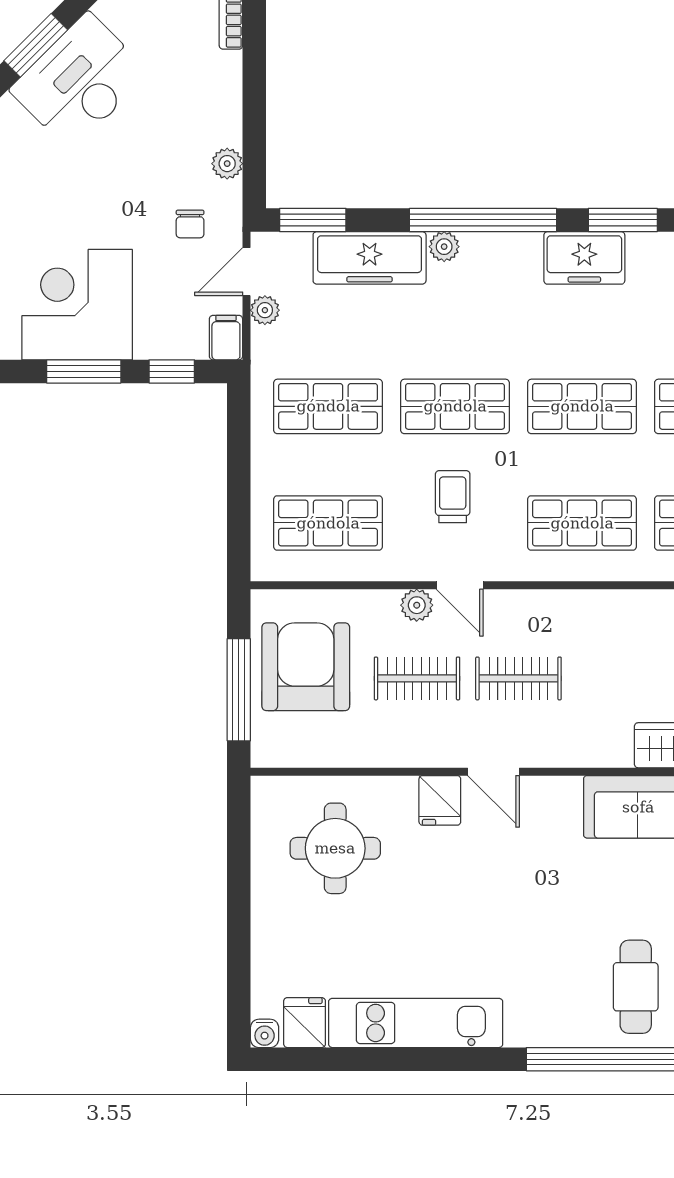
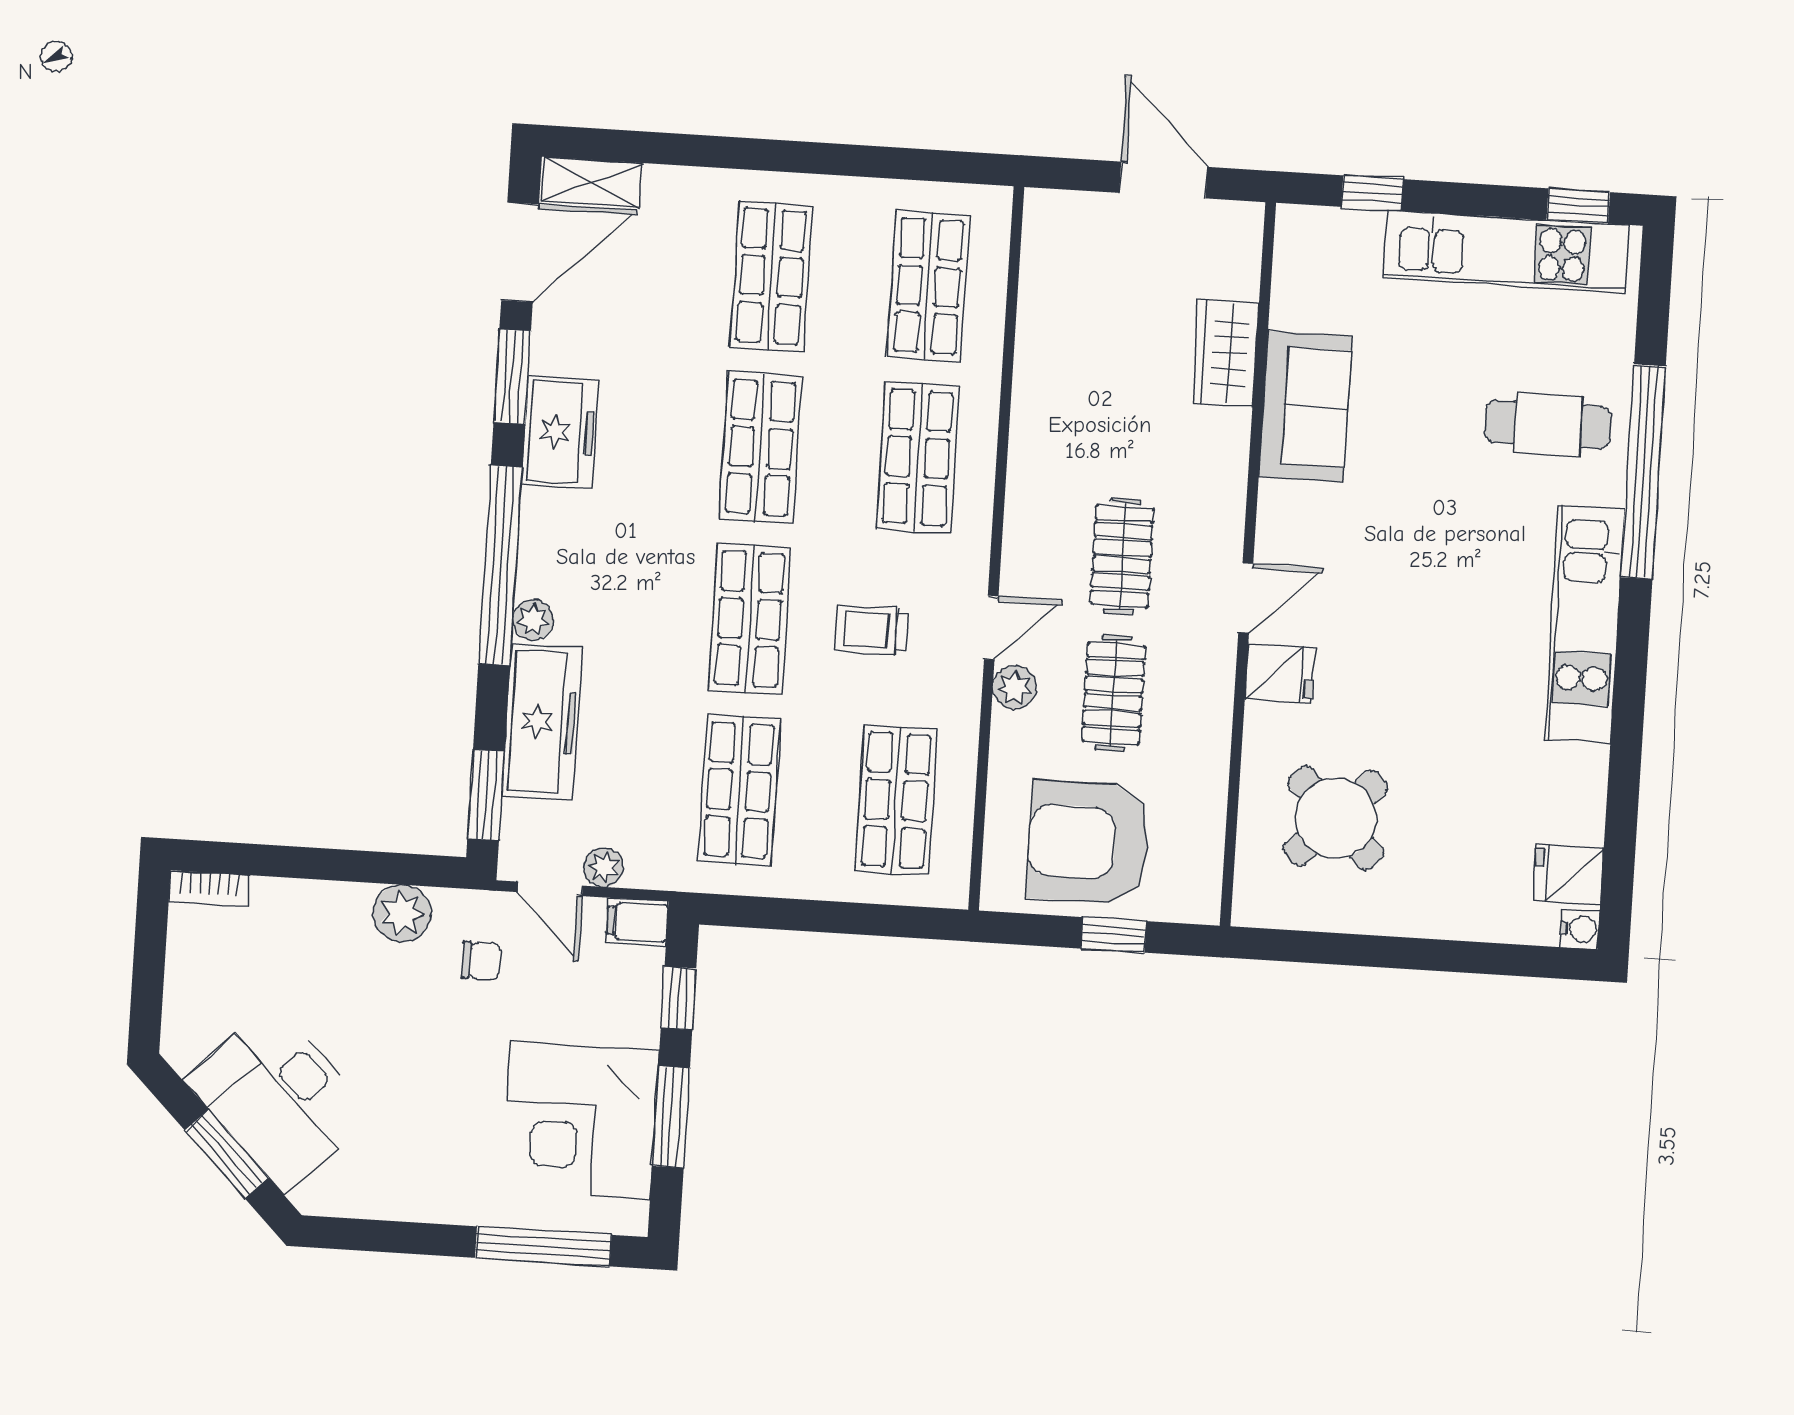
plant: (227, 164) -> (402, 914), width x1.38, depth x1.38
window: (239, 690) -> (1114, 935), width x0.46
round table: (335, 848) -> (1336, 818), turned 45
kitchen unit: (416, 1023) -> (1585, 624), moved

